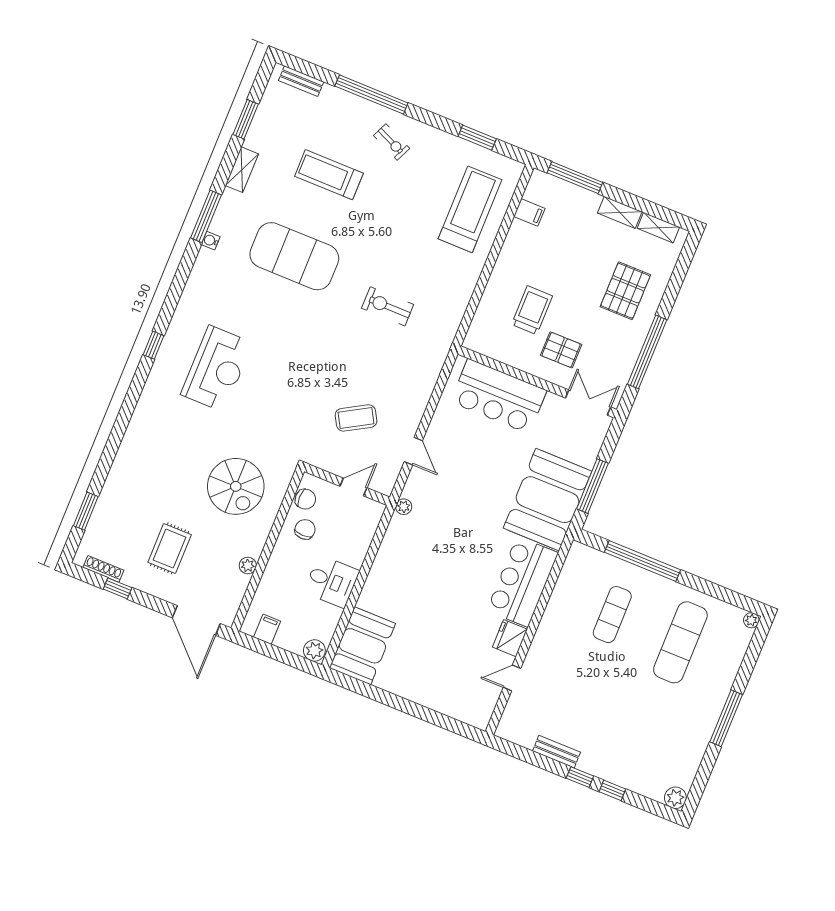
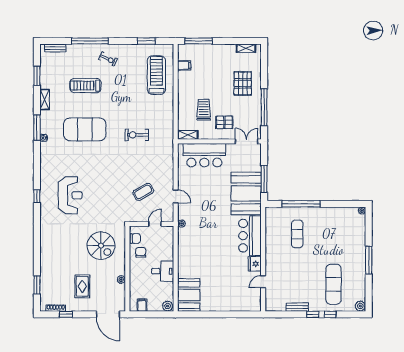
shelving: (620, 212) -> (188, 135), moved
exercise mat: (680, 642) -> (334, 284), moved

